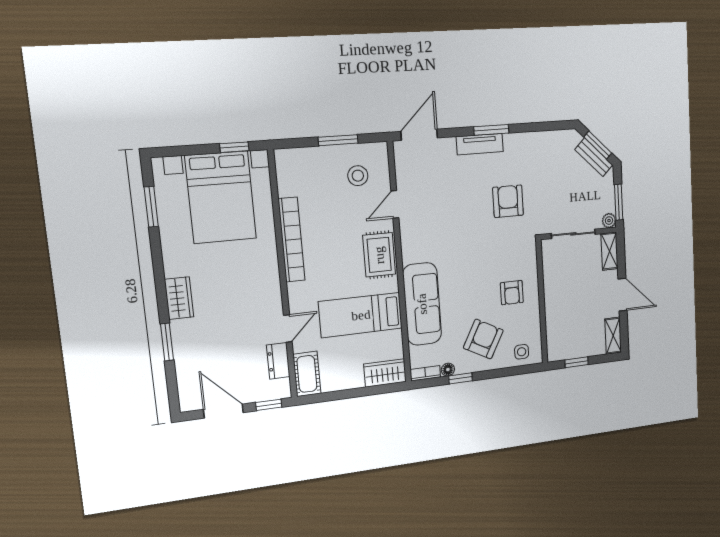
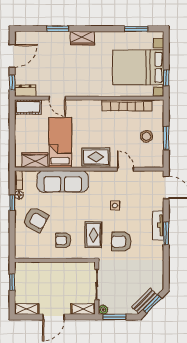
stool: (358, 176) -> (146, 136), moved
armchair: (508, 201) -> (121, 241), turned 180
bookcase: (292, 240) -> (127, 105), moved
rug: (501, 246) -> (93, 235), added
side table: (522, 352) -> (115, 206), moved
dresser: (278, 361) -> (25, 91), moved
wardrobe: (385, 373) -> (35, 160), moved, turned -90

